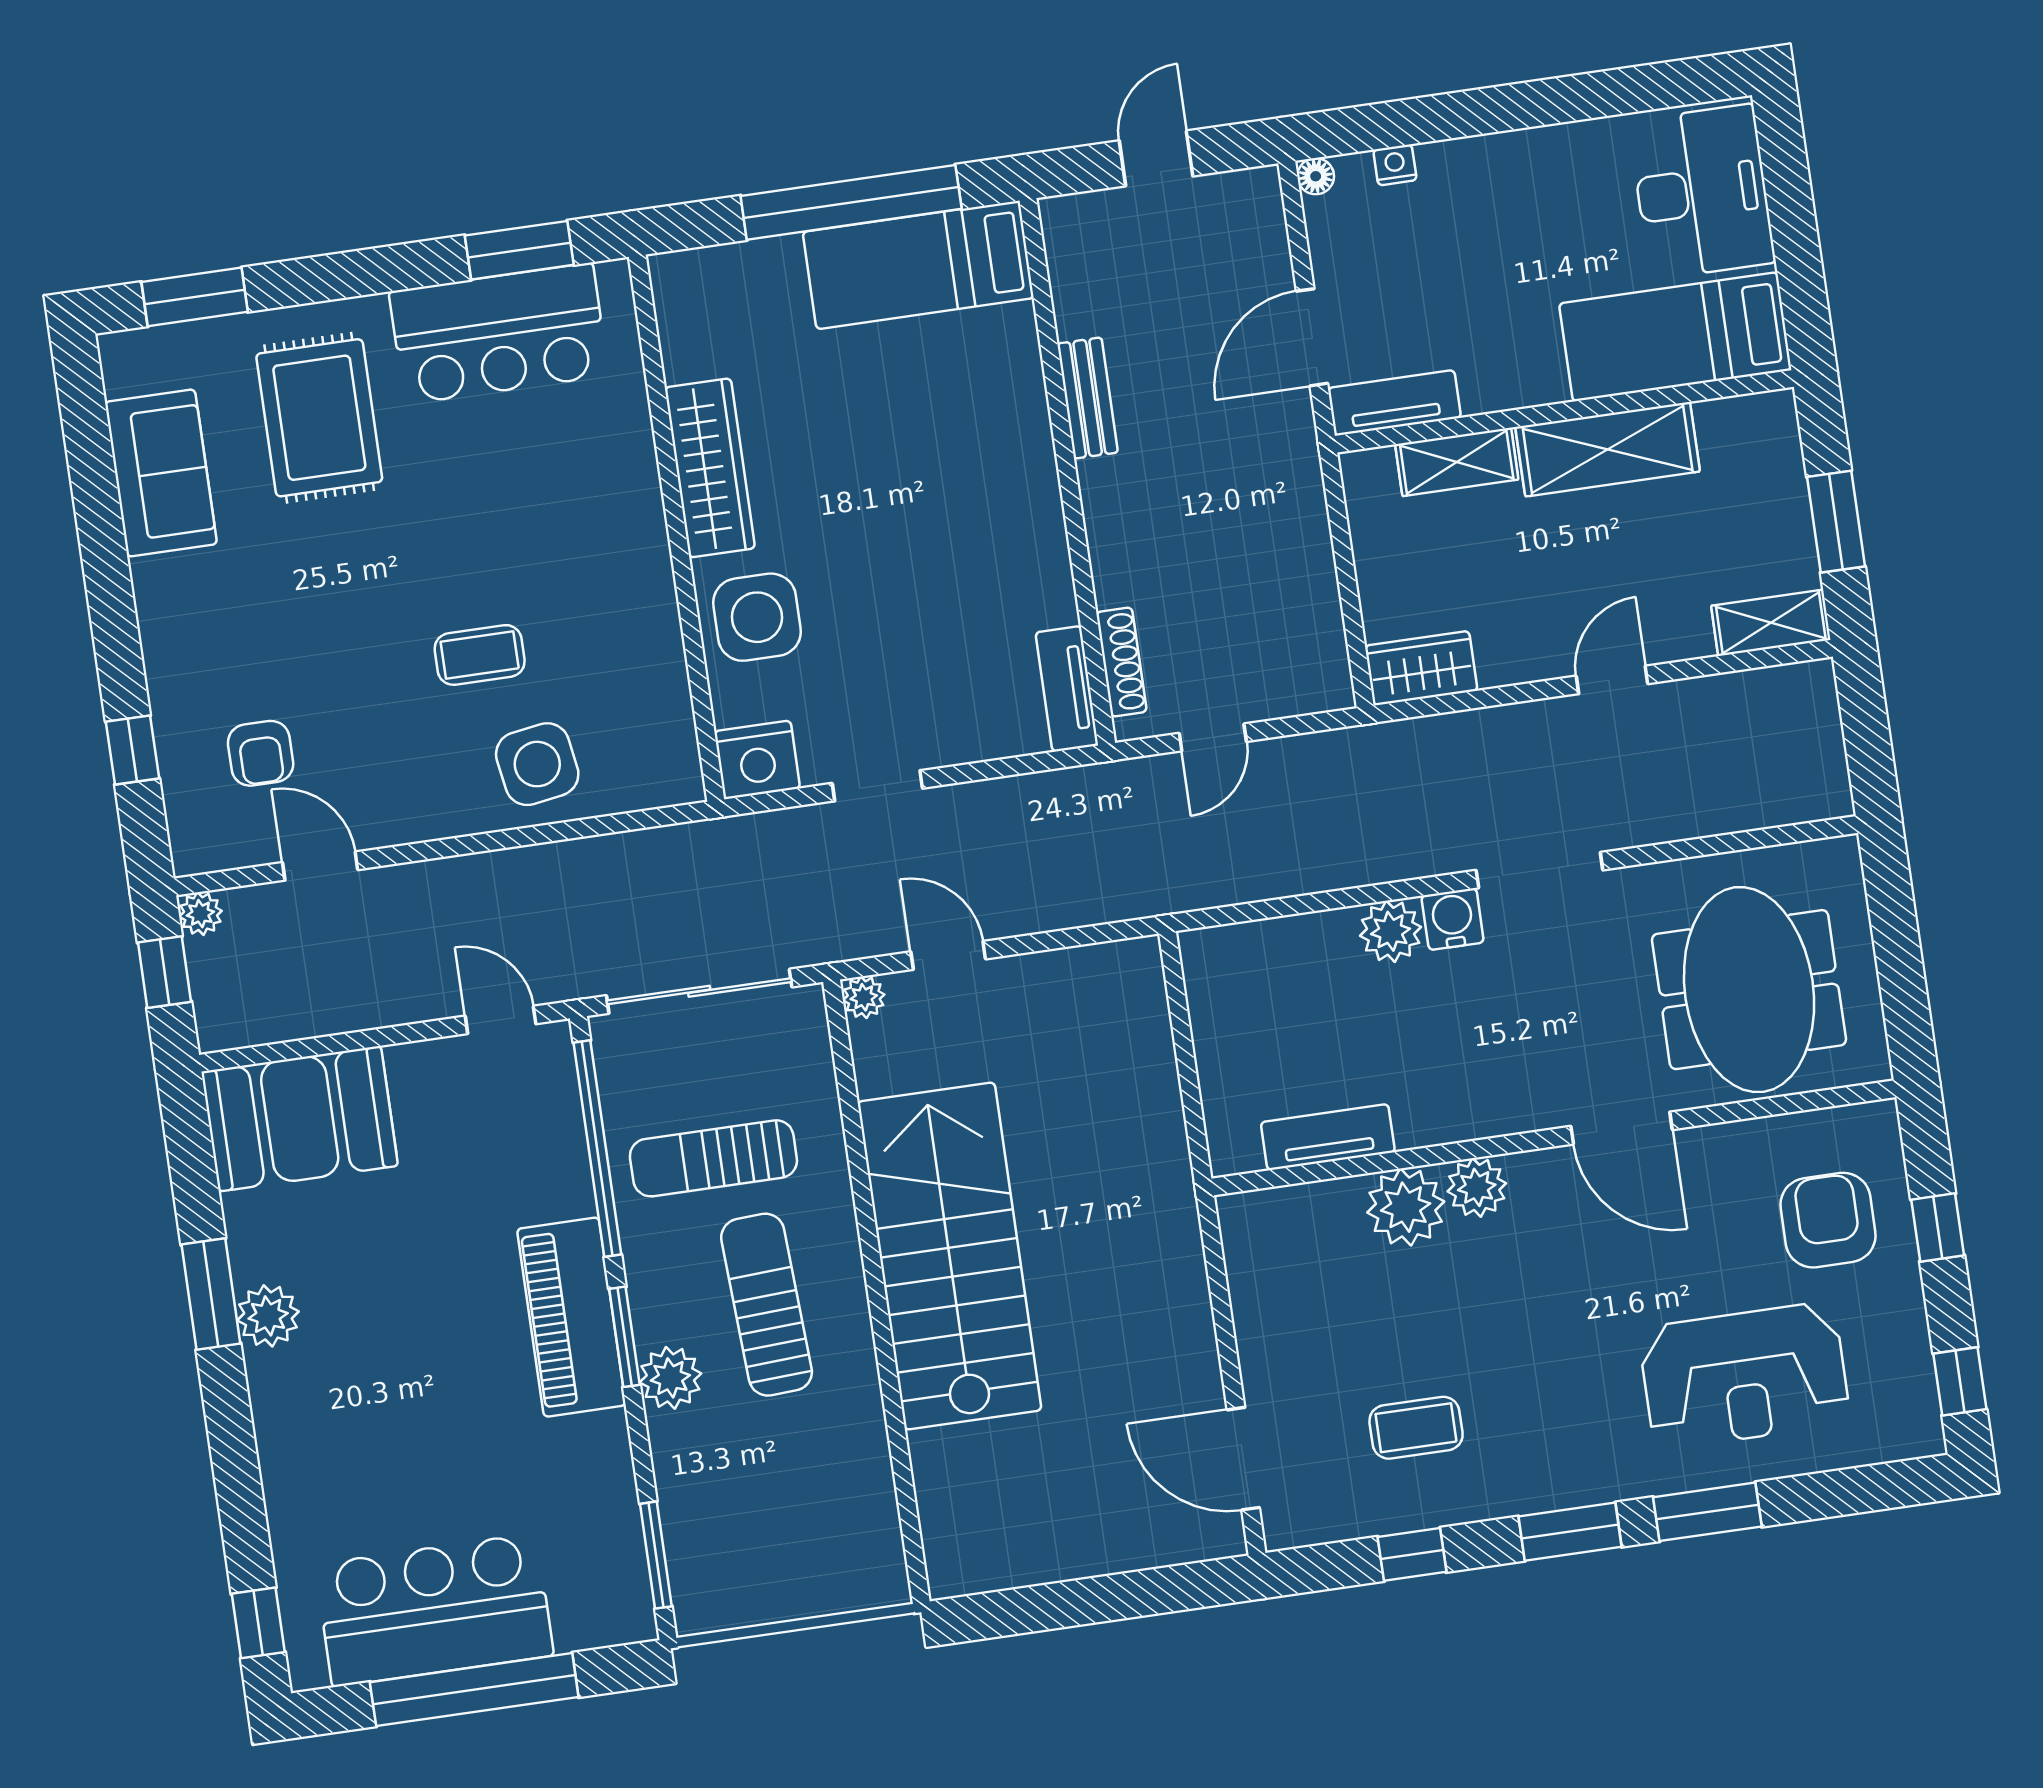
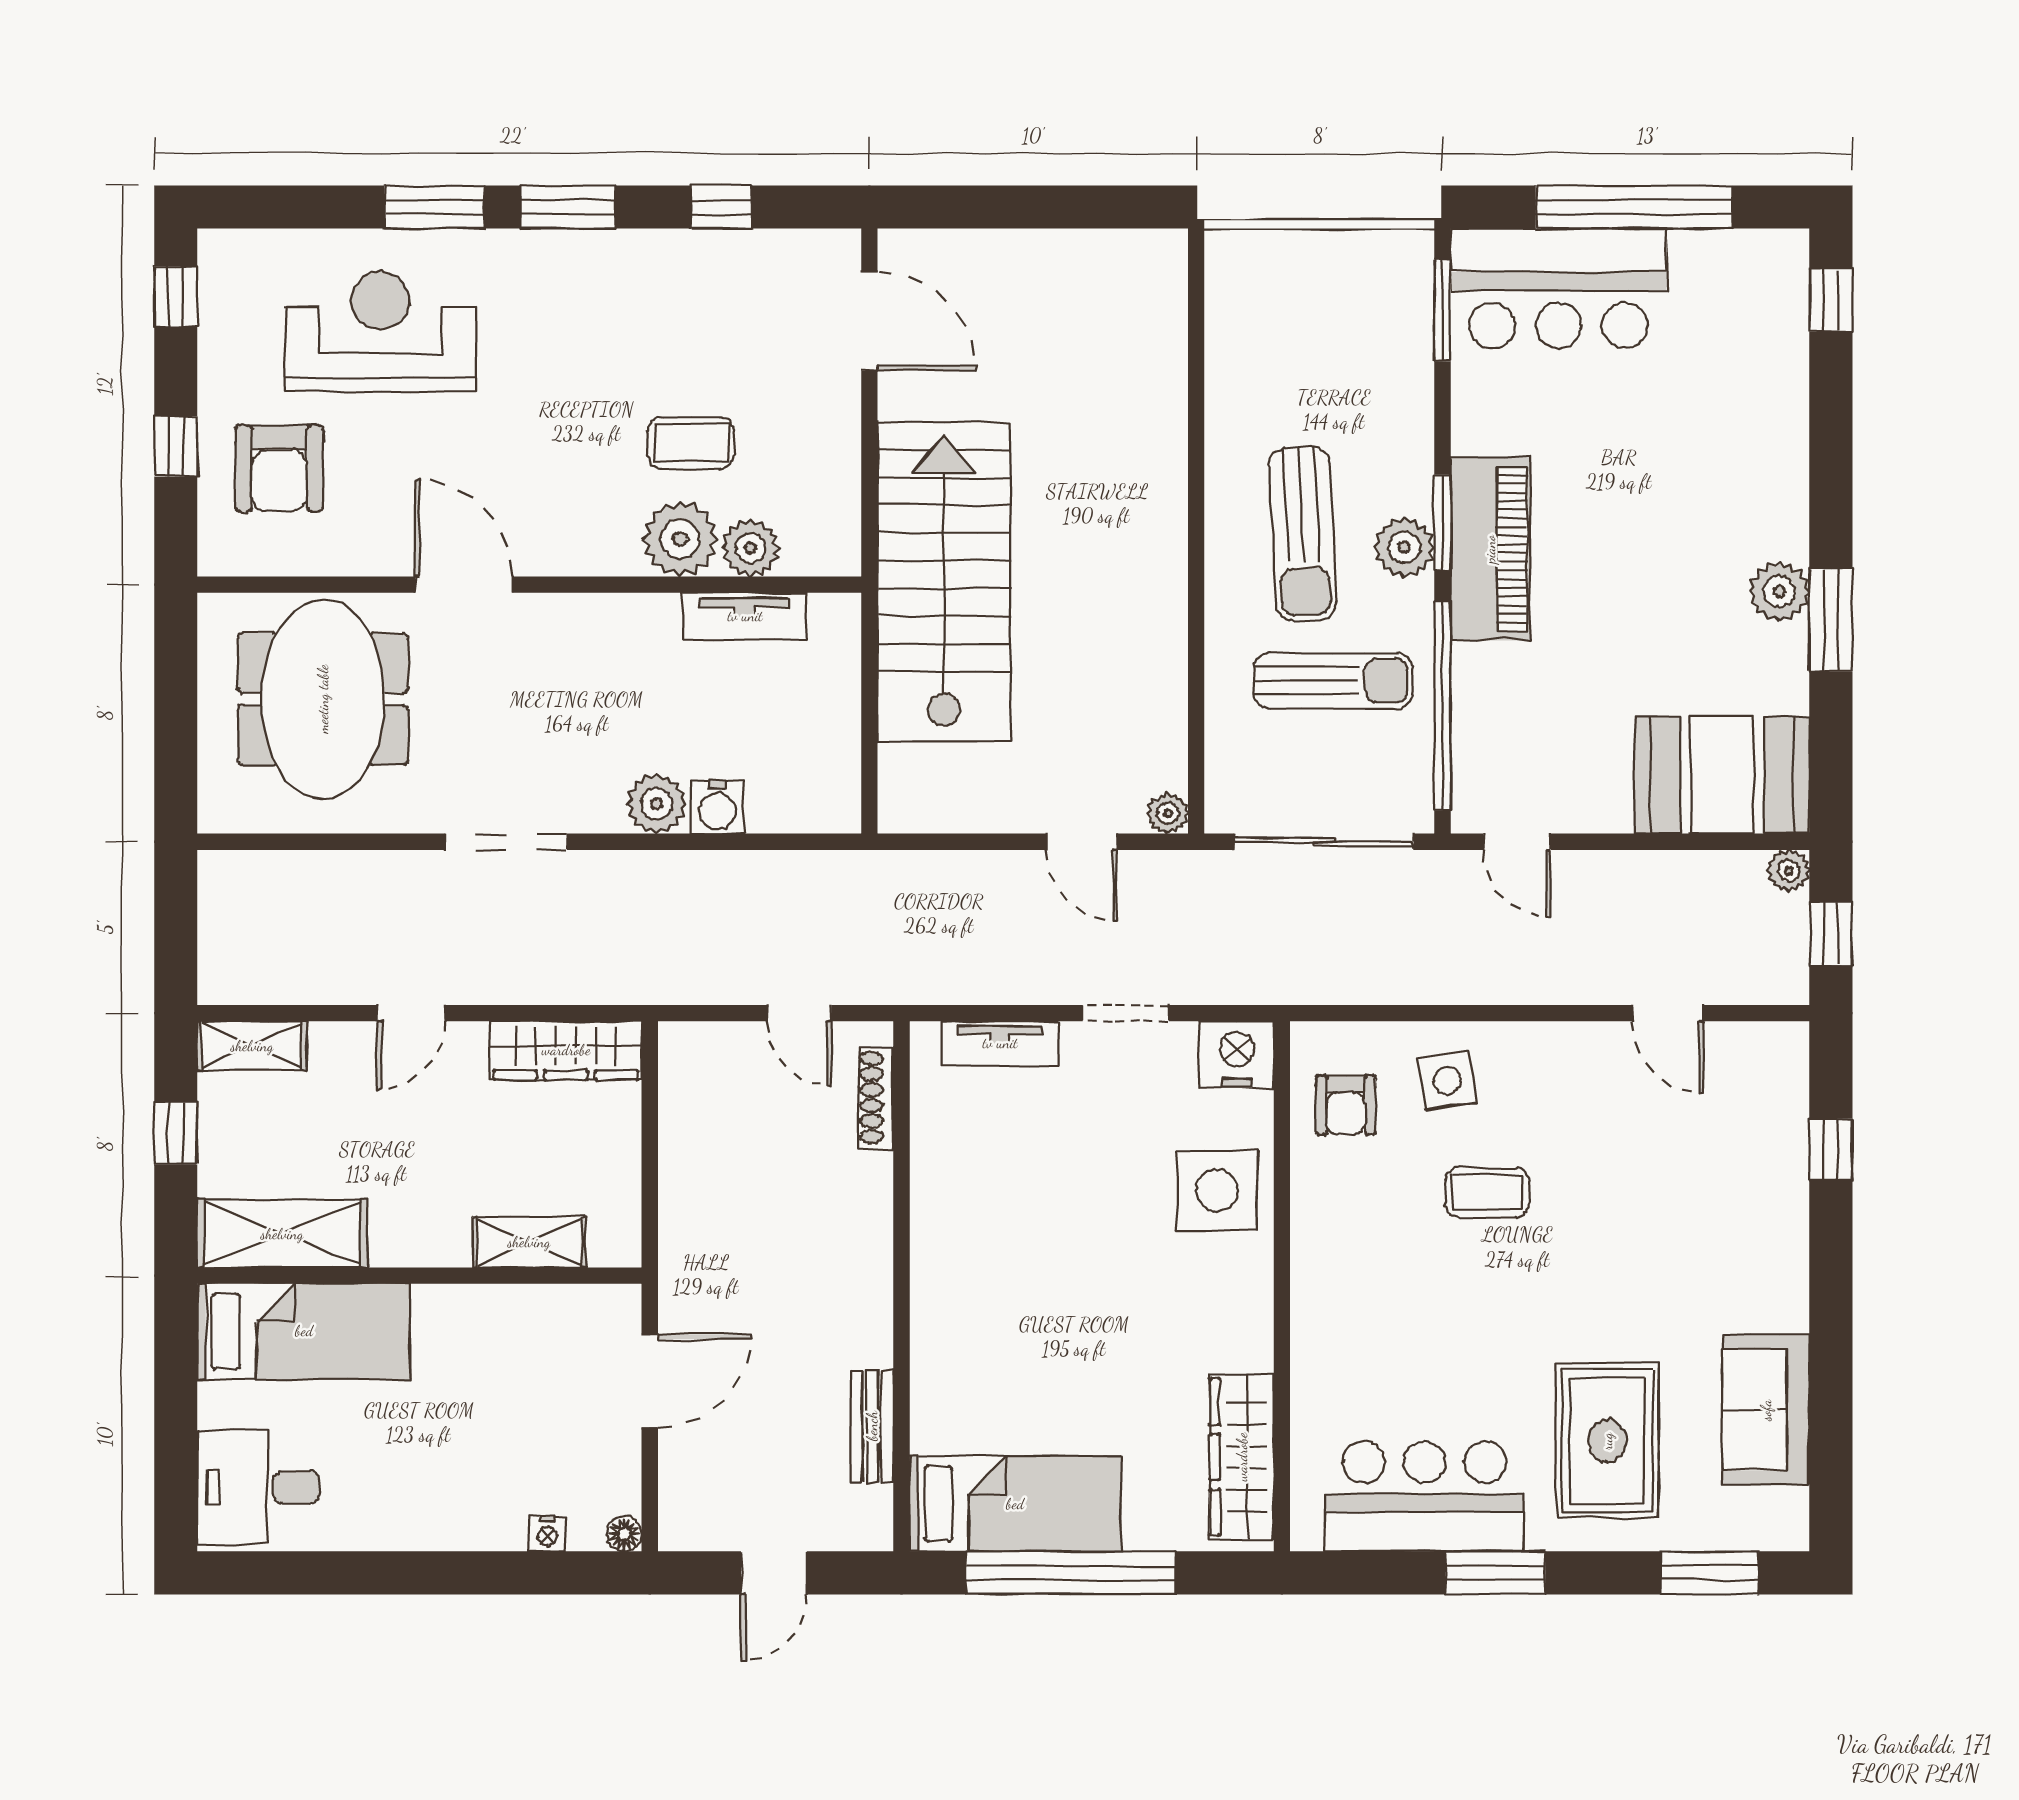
desk: (1702, 192) -> (258, 1487), width x0.73
window: (519, 250) -> (1495, 1573), moved
bench: (1088, 398) -> (872, 1426), moved
tv unit: (1394, 403) -> (580, 1307), removed
shelving: (1608, 449) -> (282, 1234), moved
wardrobe: (710, 468) -> (1242, 1457), moved
window: (1836, 522) -> (176, 1133), width x0.67
wardrobe: (1421, 668) -> (566, 1050), width x1.50
tv unit: (1067, 689) -> (1000, 1043), moved, turned 90
door: (1213, 737) -> (799, 1013), swing flipped
armchair: (261, 753) -> (1346, 1105), moved, turned 180
side table: (537, 764) -> (1447, 1080), width x0.73, depth x0.73
plant: (200, 914) -> (1789, 871), moved
water cooler: (1453, 919) -> (717, 807), moved
plant: (1477, 1187) -> (751, 548), moved
stairs: (950, 1256) -> (944, 582), moved, turned 180
plant: (670, 1378) -> (1404, 547), moved
coffee table: (1416, 1428) -> (691, 443), moved
bar counter: (434, 1610) -> (1558, 288), moved

